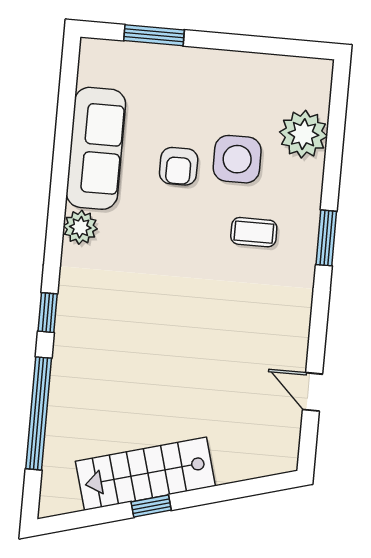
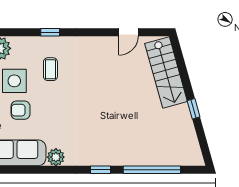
armchair: (179, 166) -> (21, 110), turned 180
window: (326, 238) -> (50, 32), width x0.67
stairs: (145, 474) -> (166, 73), moved

